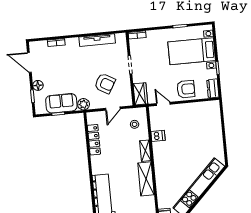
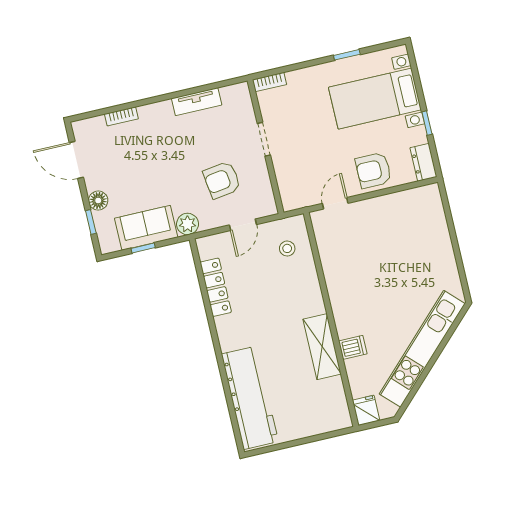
tv unit: (97, 40) -> (197, 102), width x0.71
armchair: (105, 83) -> (222, 180), turned 142
armchair: (186, 89) -> (373, 170), turned 180
wardrobe: (140, 94) -> (290, 191), removed
door: (163, 104) -> (335, 203), hinge flipped
dishwasher: (158, 136) -> (353, 347), moved
shelving: (145, 151) -> (314, 295), removed

